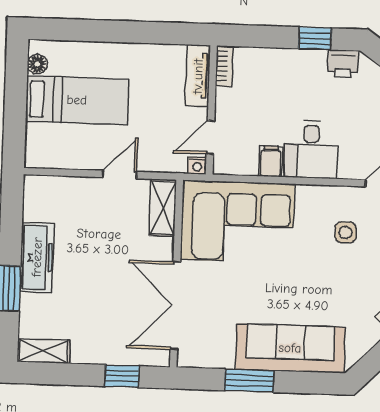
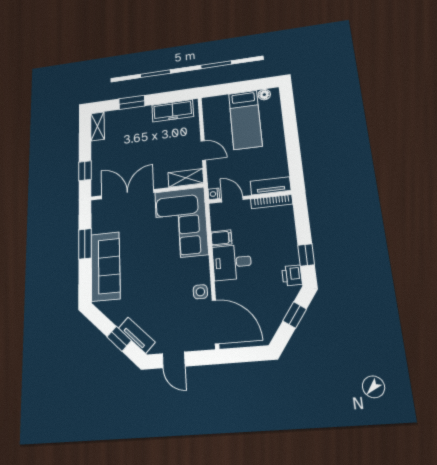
bookcase: (224, 66) -> (272, 202), width x1.56
side table: (346, 232) -> (200, 292), moved
freezer: (37, 257) -> (173, 111), moved

